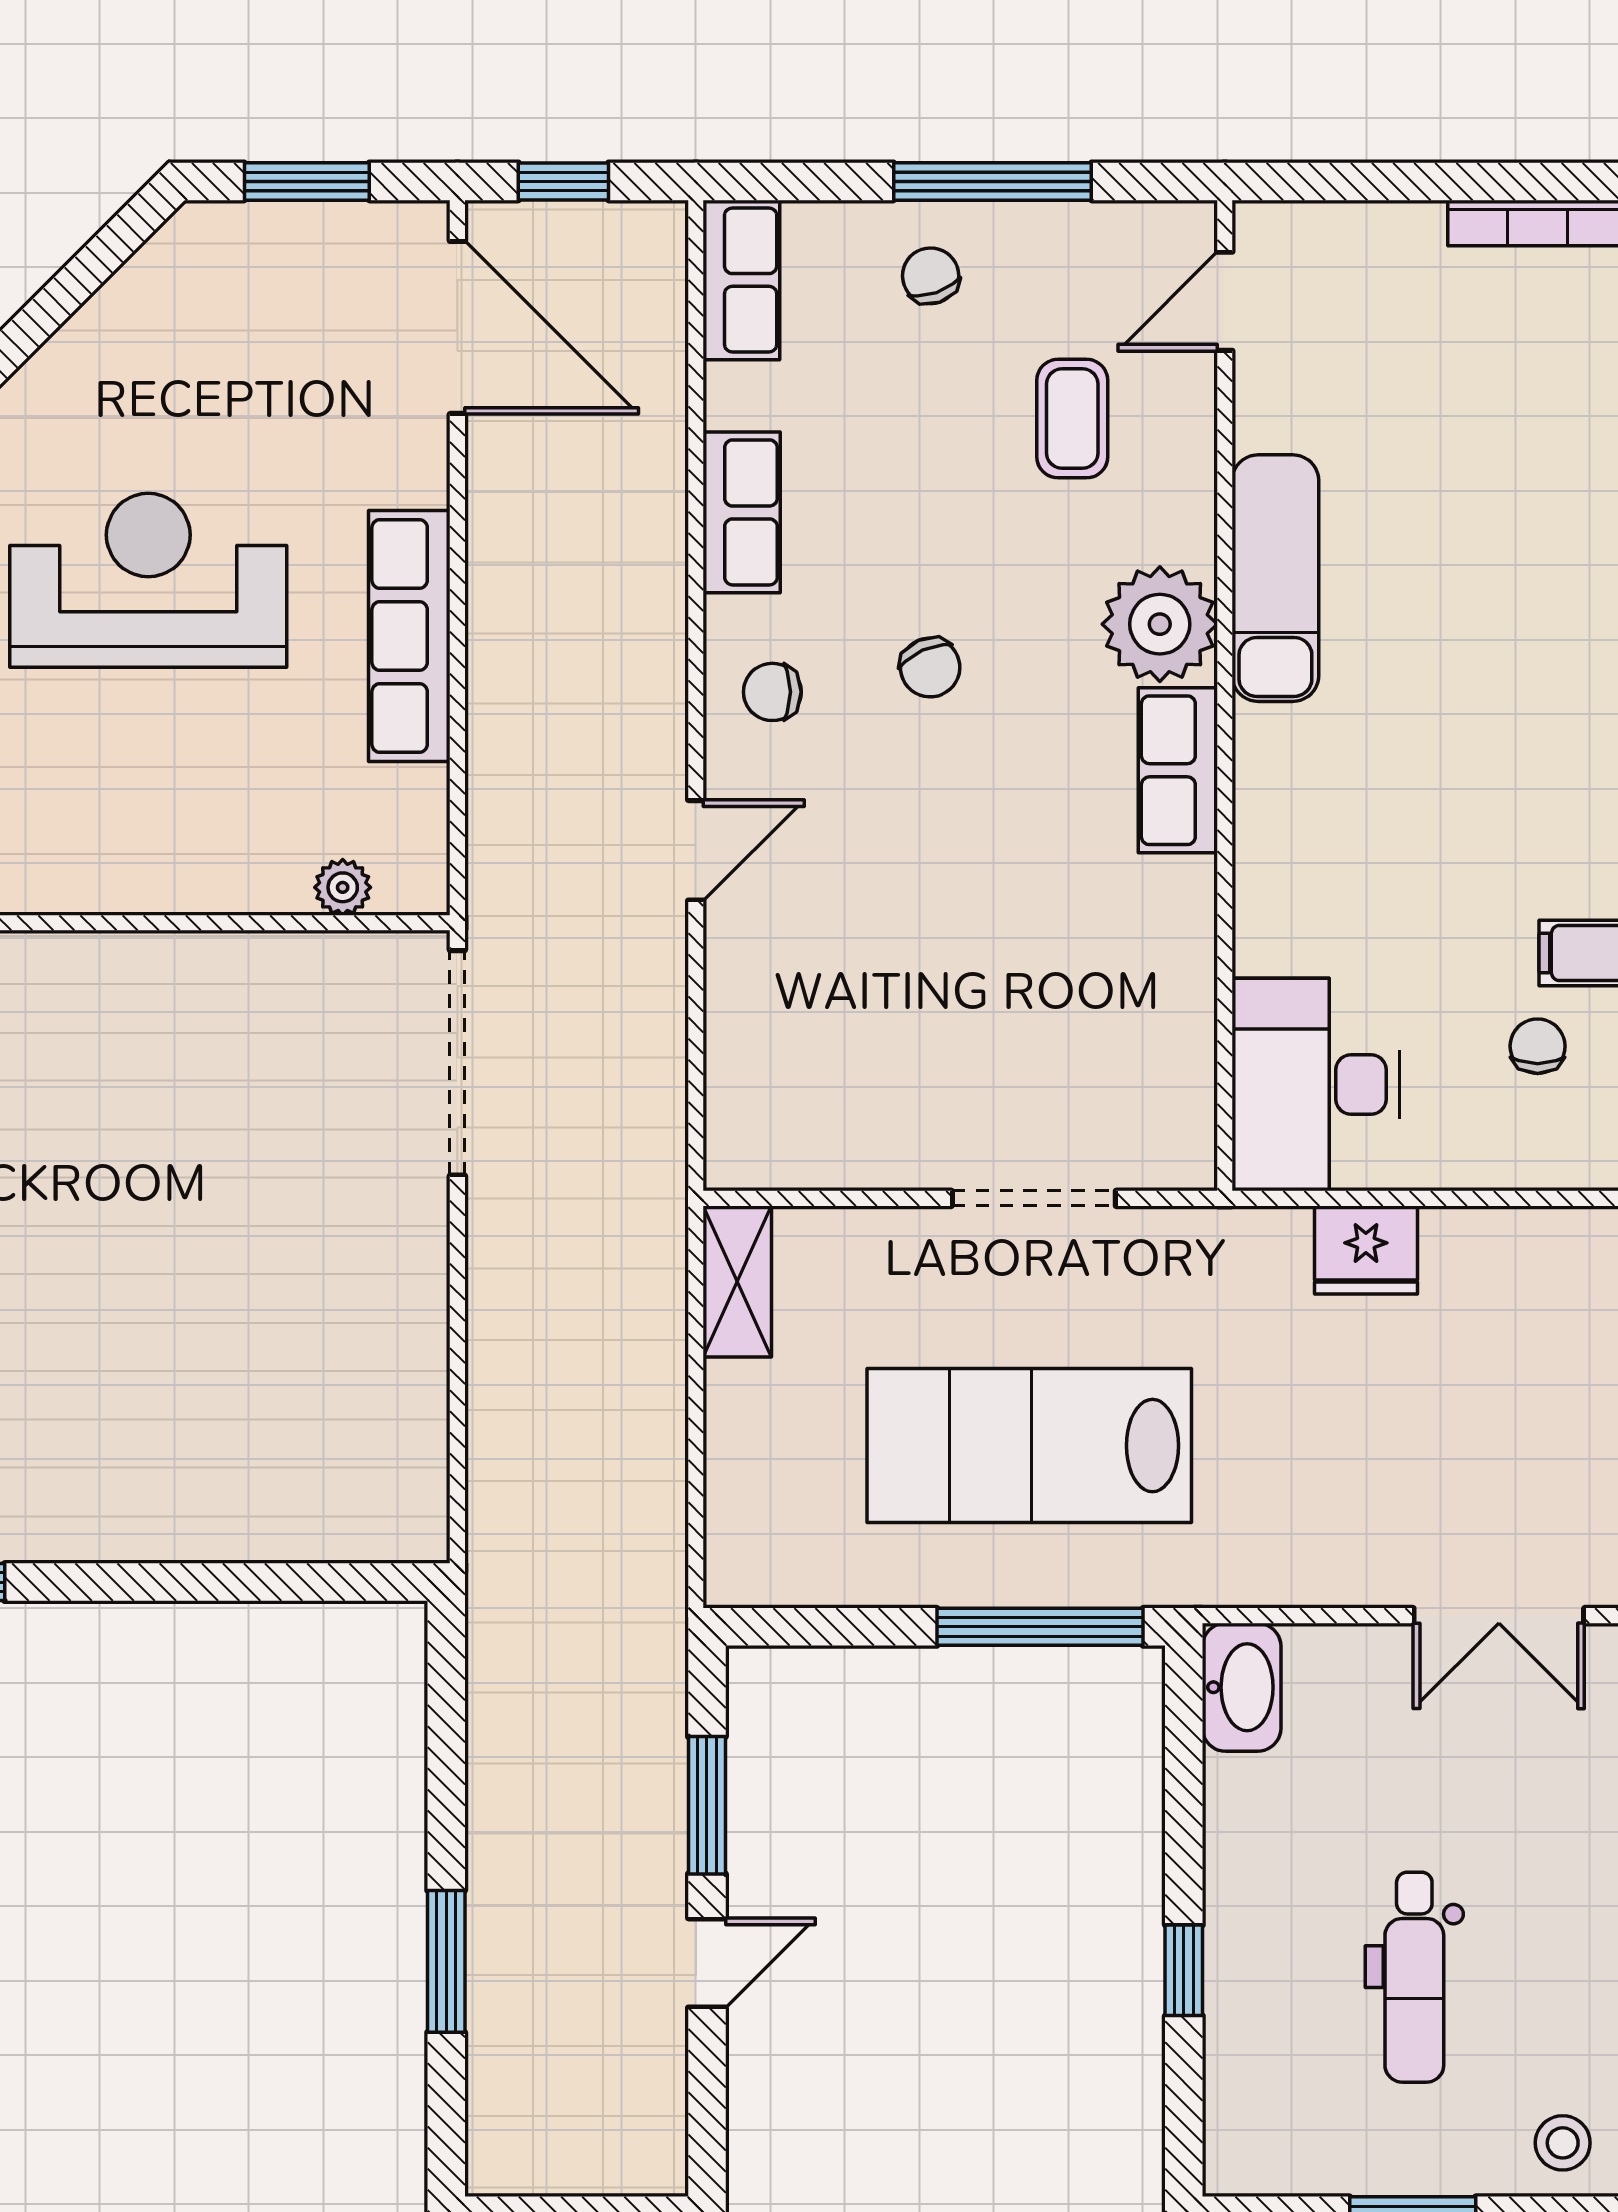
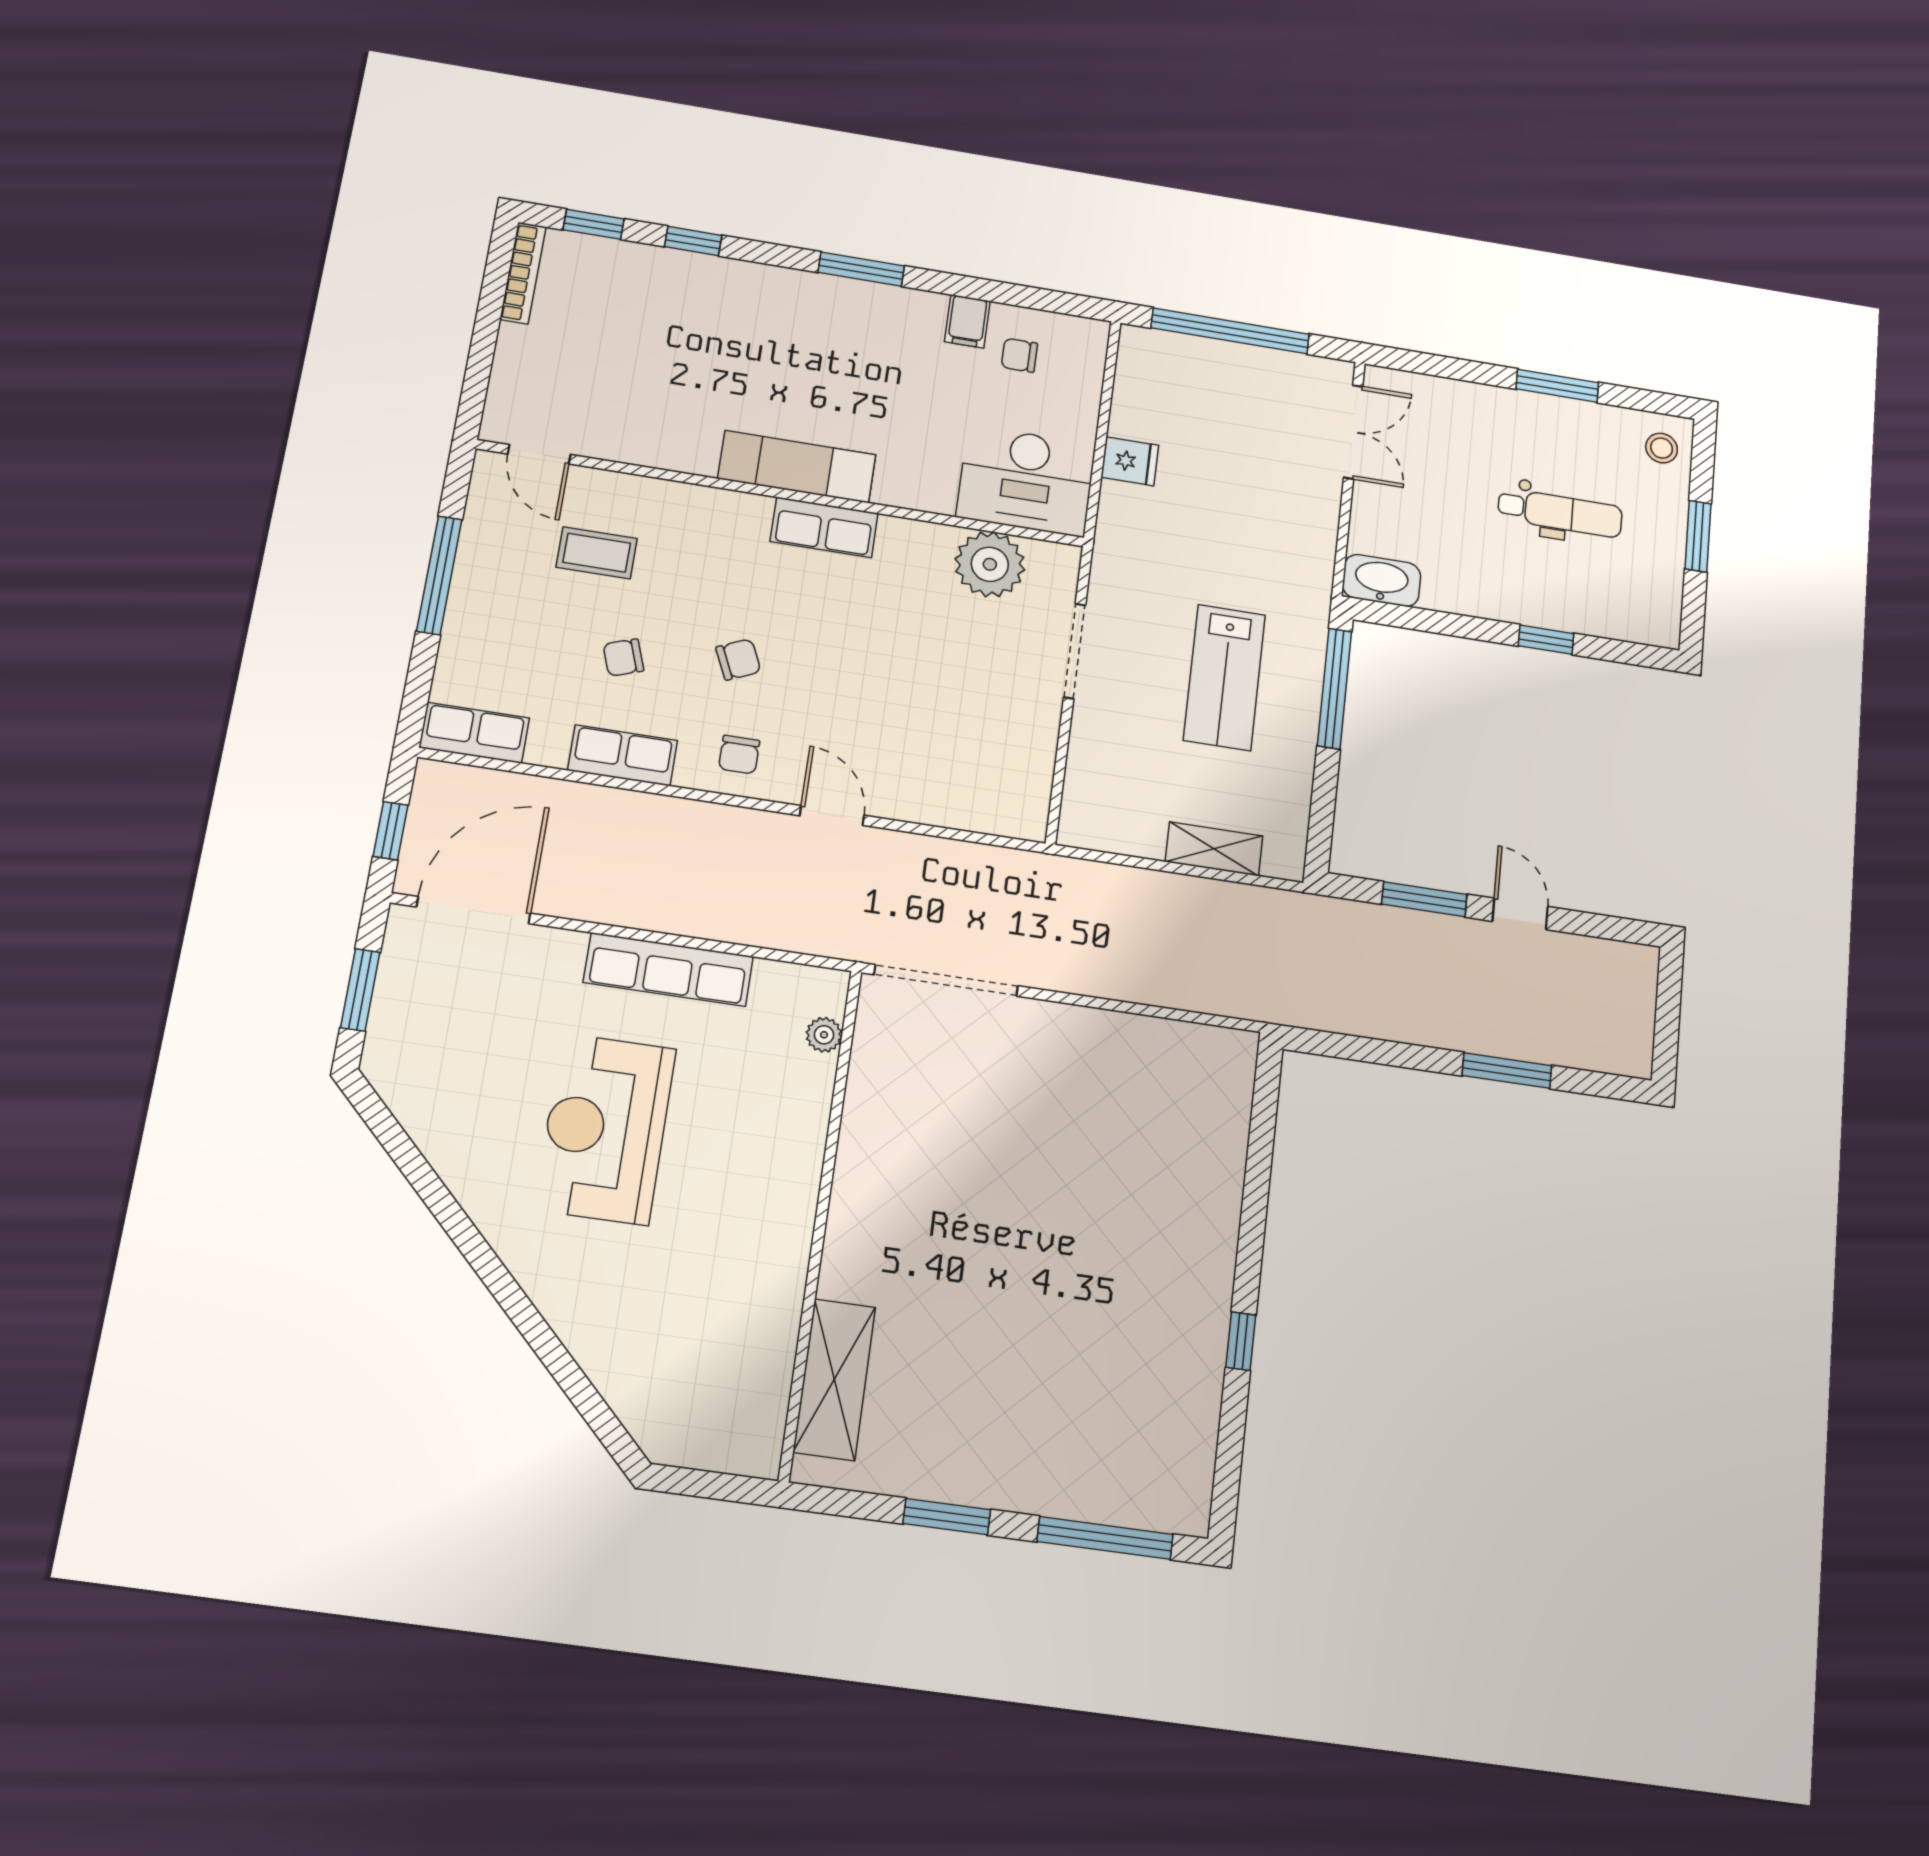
chair: (931, 276) -> (623, 658), moved
exam couch: (1275, 578) -> (797, 467), moved
plant: (1160, 624) -> (990, 564), moved
fridge: (1366, 1250) -> (1130, 461), width x0.72
shelving: (737, 1282) -> (1214, 849), moved
lab bench: (1029, 1446) -> (1224, 677), width x0.73, depth x0.72

